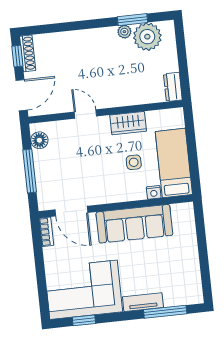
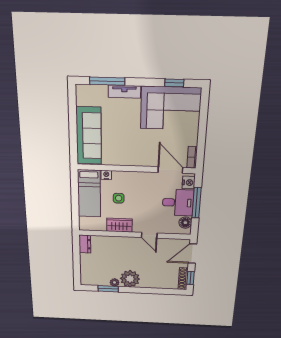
plant: (147, 37) -> (130, 279), moved
desk: (54, 168) -> (178, 203), added
nightstand: (45, 198) -> (189, 183), added
sofa: (134, 224) -> (89, 136), moved, turned 90

